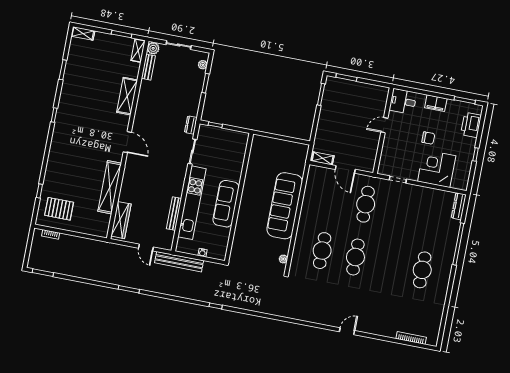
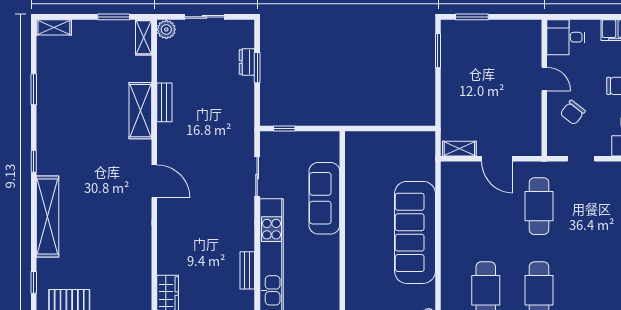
plant: (203, 65) -> (247, 40), removed
bench: (148, 67) -> (164, 102), moved
dresser: (191, 125) -> (247, 62), moved
door: (384, 125) -> (544, 79), swing flipped
chair: (398, 150) -> (573, 113), added
shelving: (110, 187) -> (48, 216), moved
sofa: (226, 204) -> (324, 198), moved
bench: (174, 214) -> (247, 270), width x0.73

